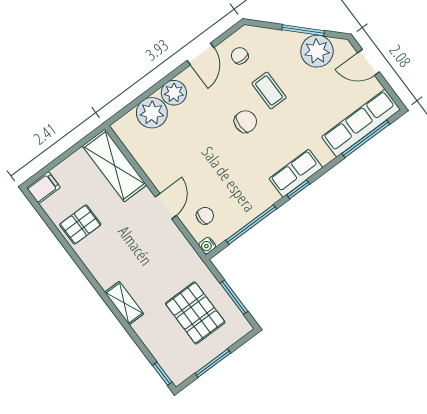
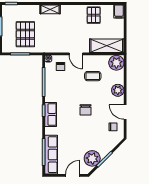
coffee table: (269, 90) -> (93, 76), moved
plant: (152, 113) -> (116, 63), moved
pallet: (195, 313) -> (25, 34), turned 90

